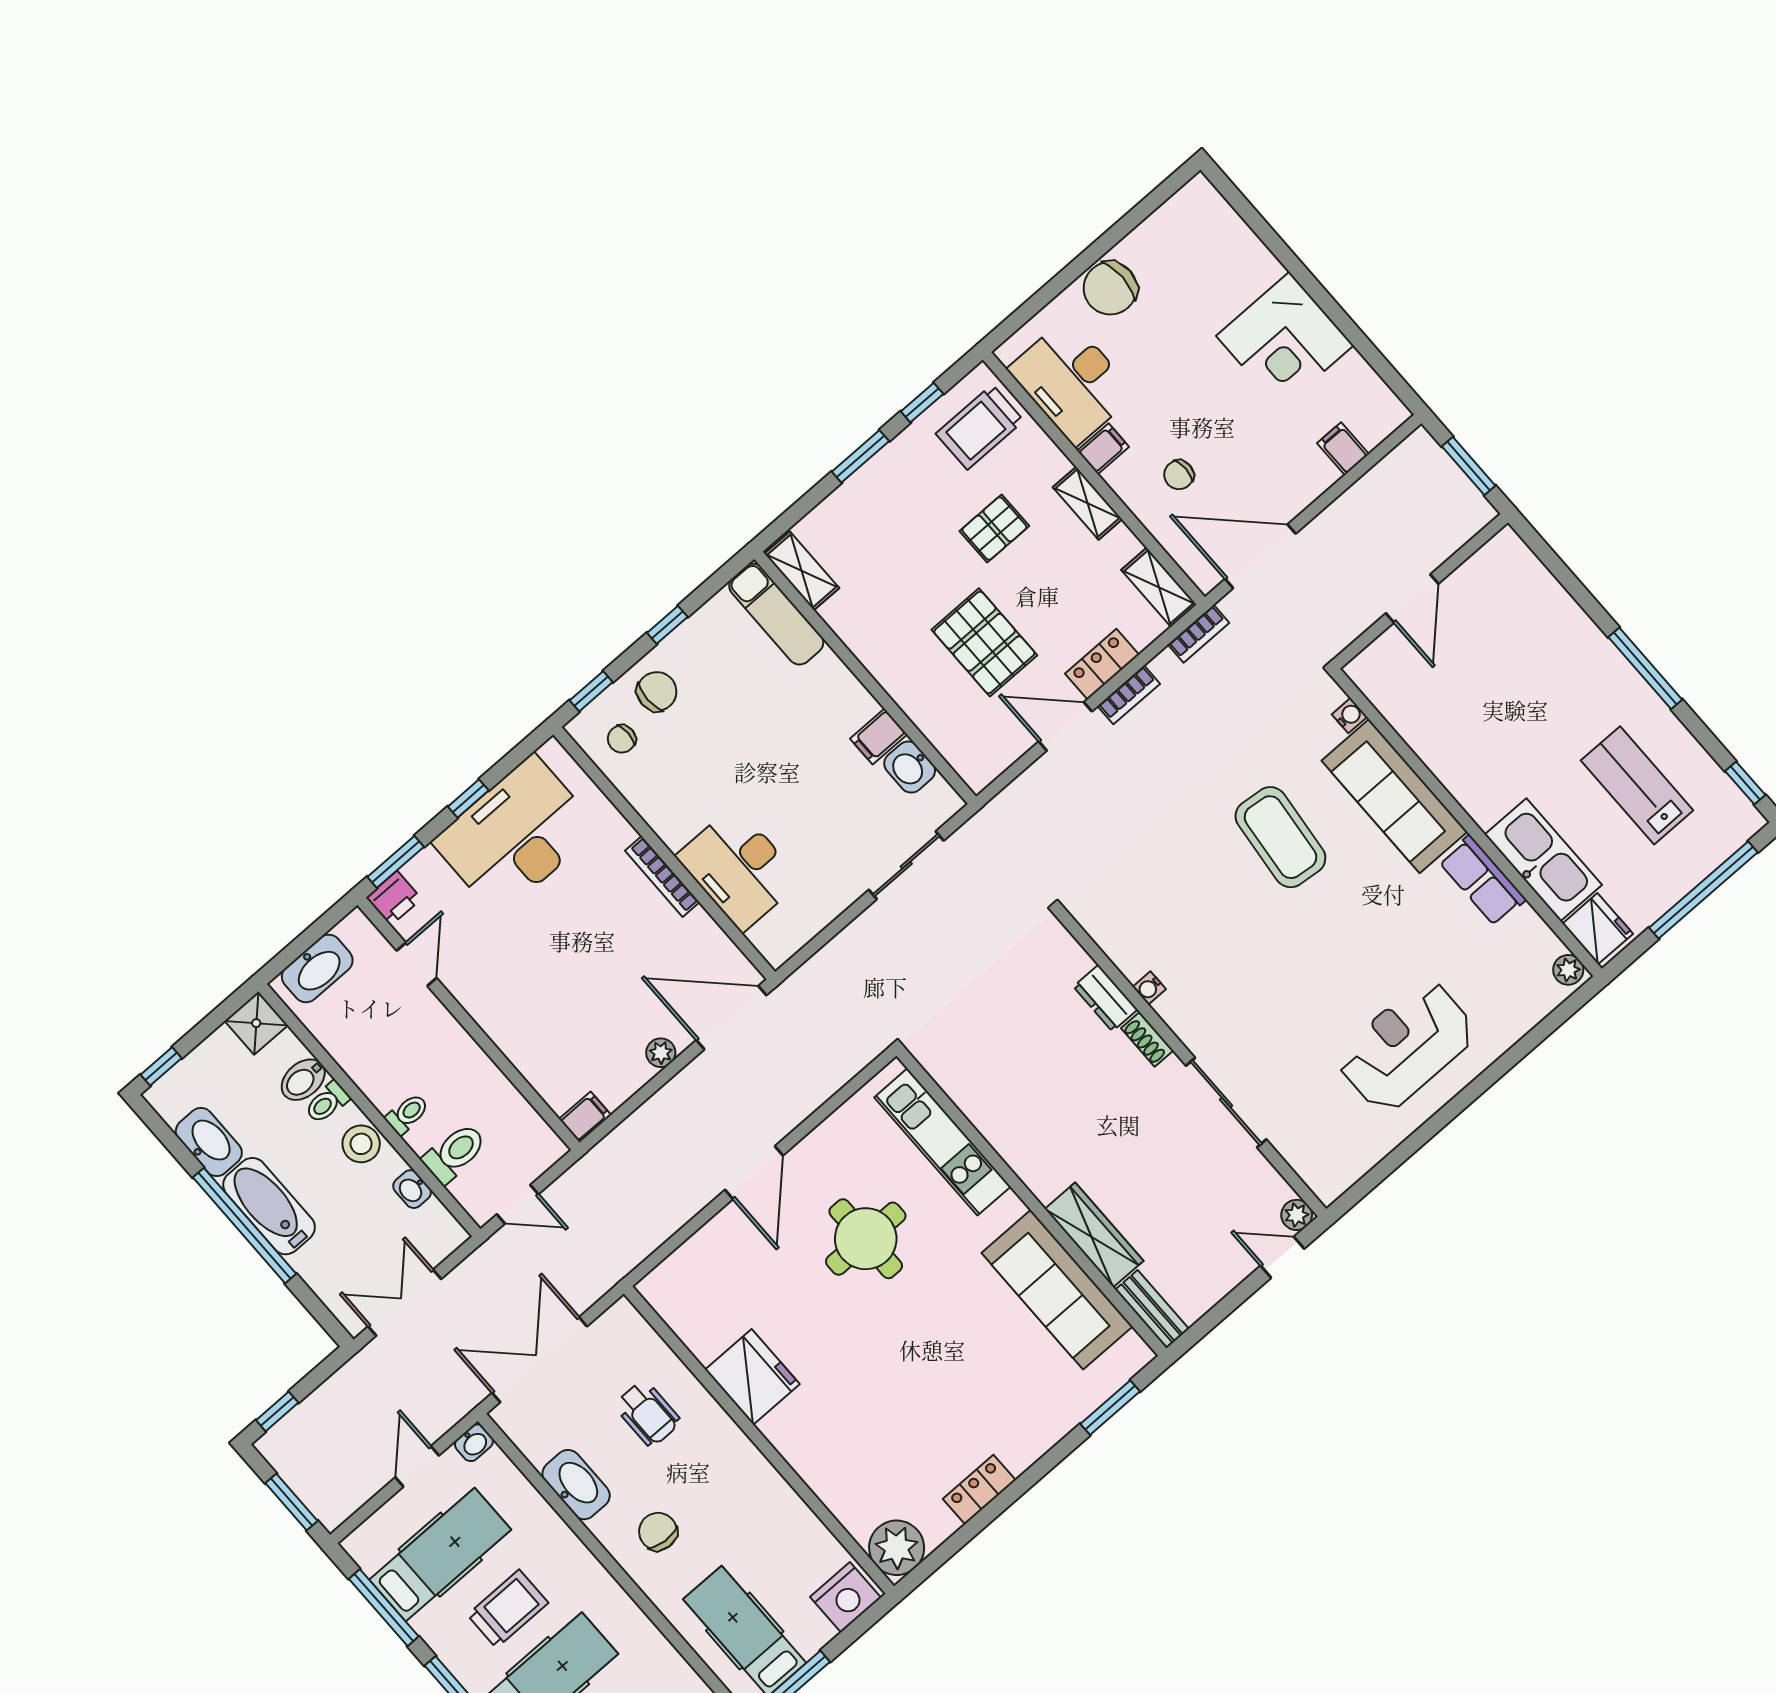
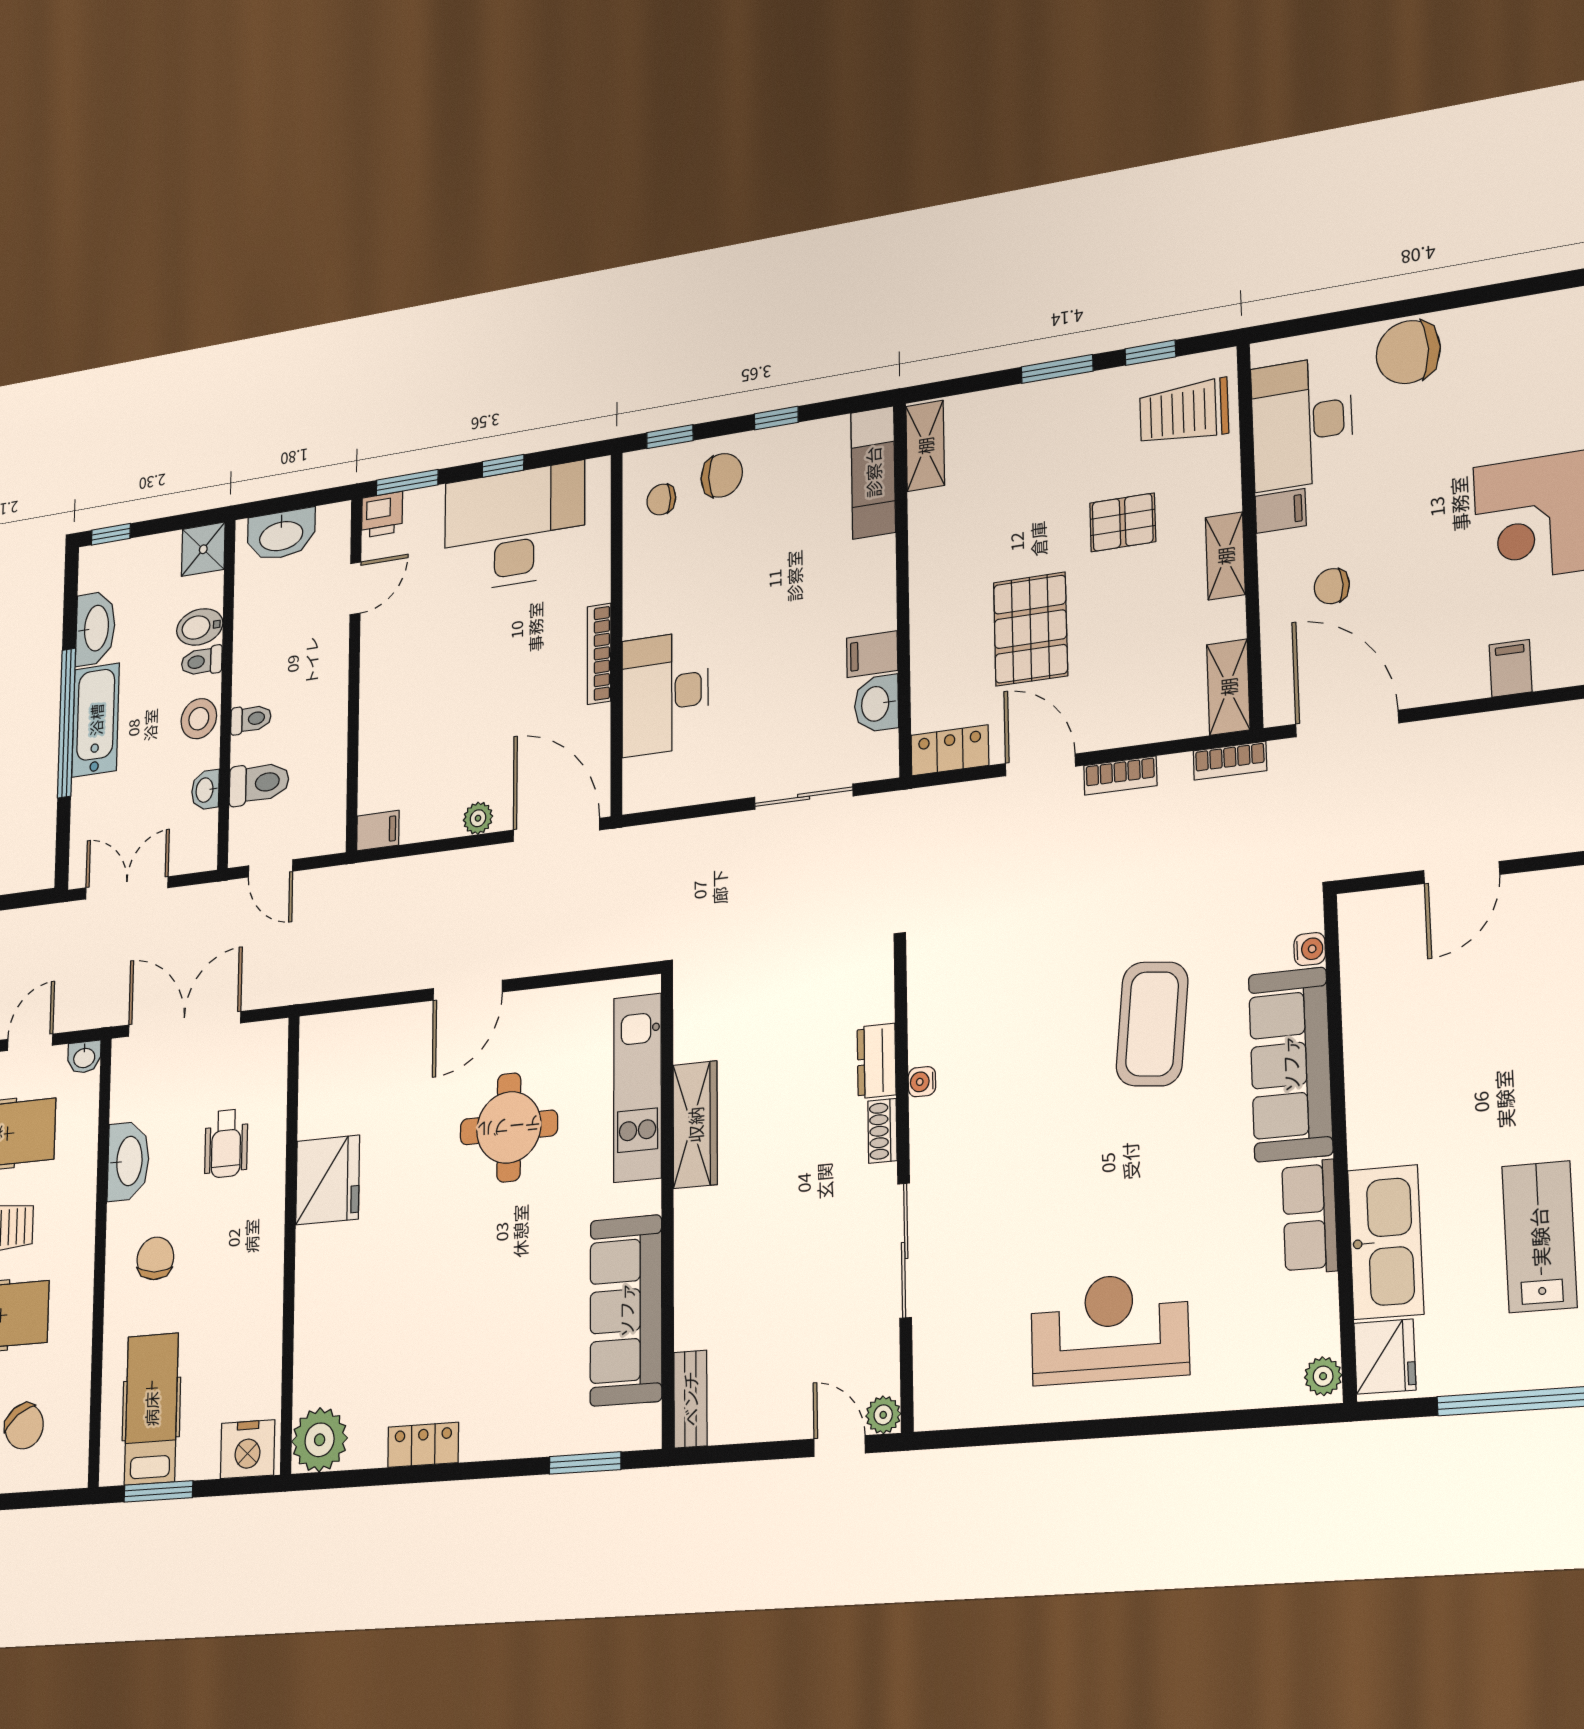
locker: (1102, 664) -> (950, 750), moved
wardrobe: (1094, 1235) -> (695, 1125), moved

